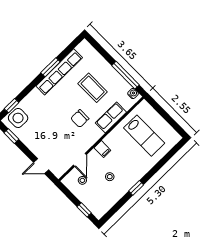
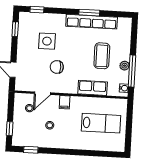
plant: (116, 77) -> (125, 66), added
side table: (18, 118) -> (47, 41), moved
chair: (80, 119) -> (57, 67), moved
lab bench: (144, 136) -> (101, 123), turned -90
window: (136, 188) -> (31, 150), moved

